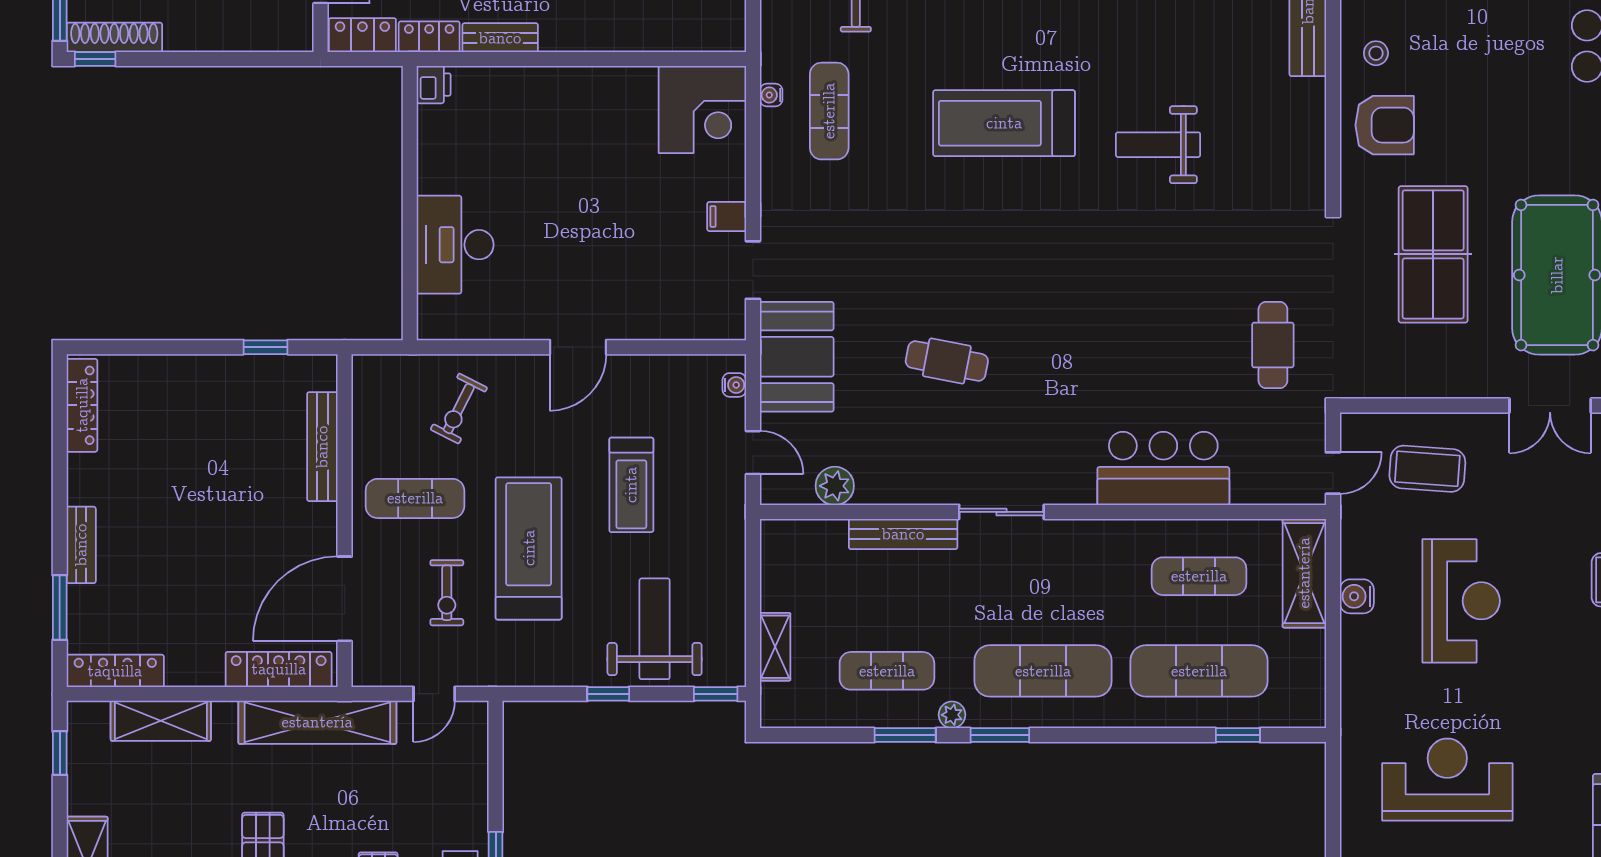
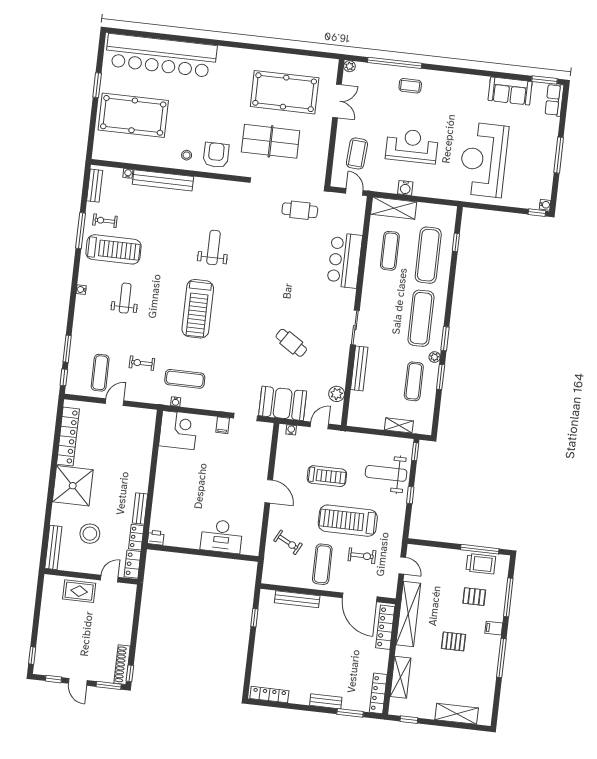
weight bench: (1158, 145) -> (214, 247), turned 180
cafe table: (947, 361) -> (291, 343), turned -68
reception desk: (1447, 780) -> (484, 160), width x1.36, depth x1.30

